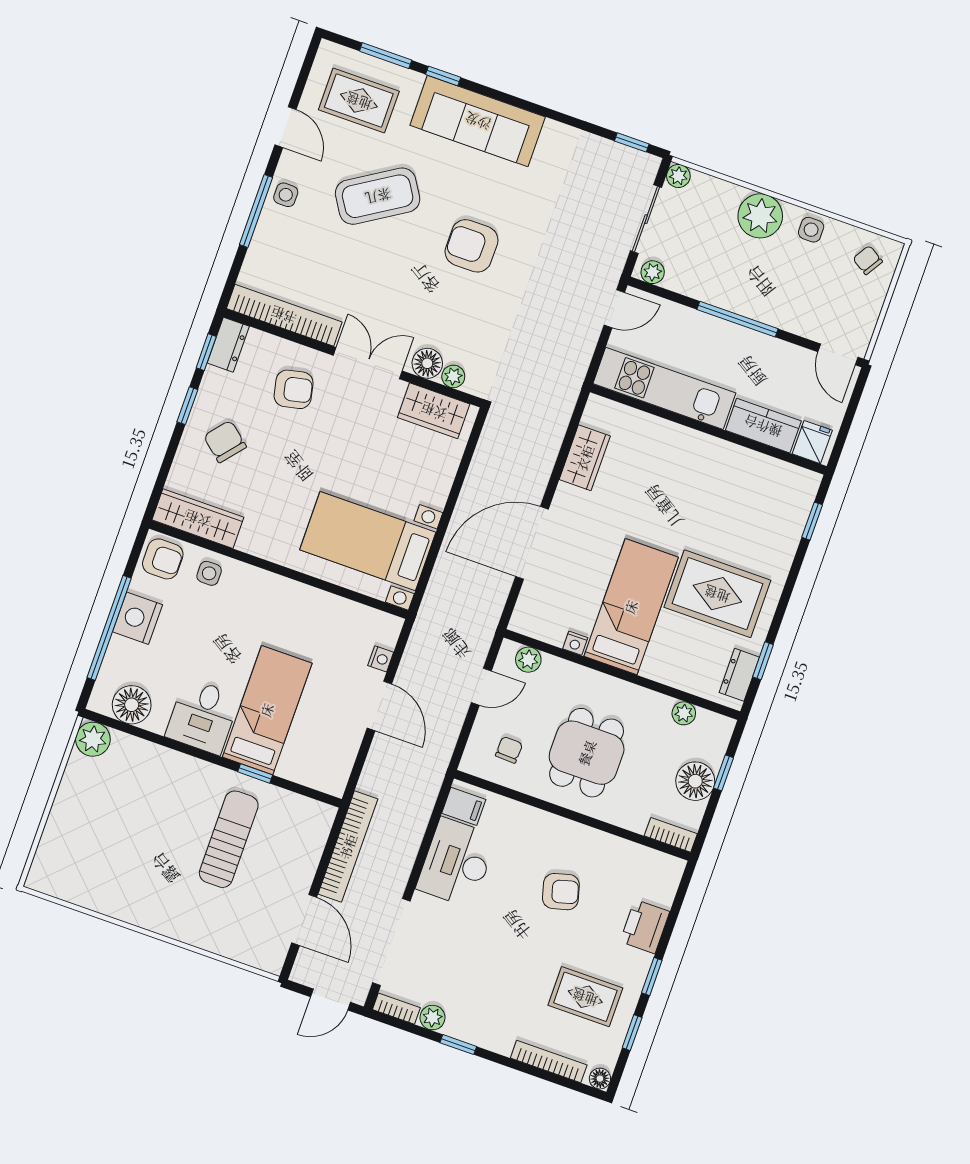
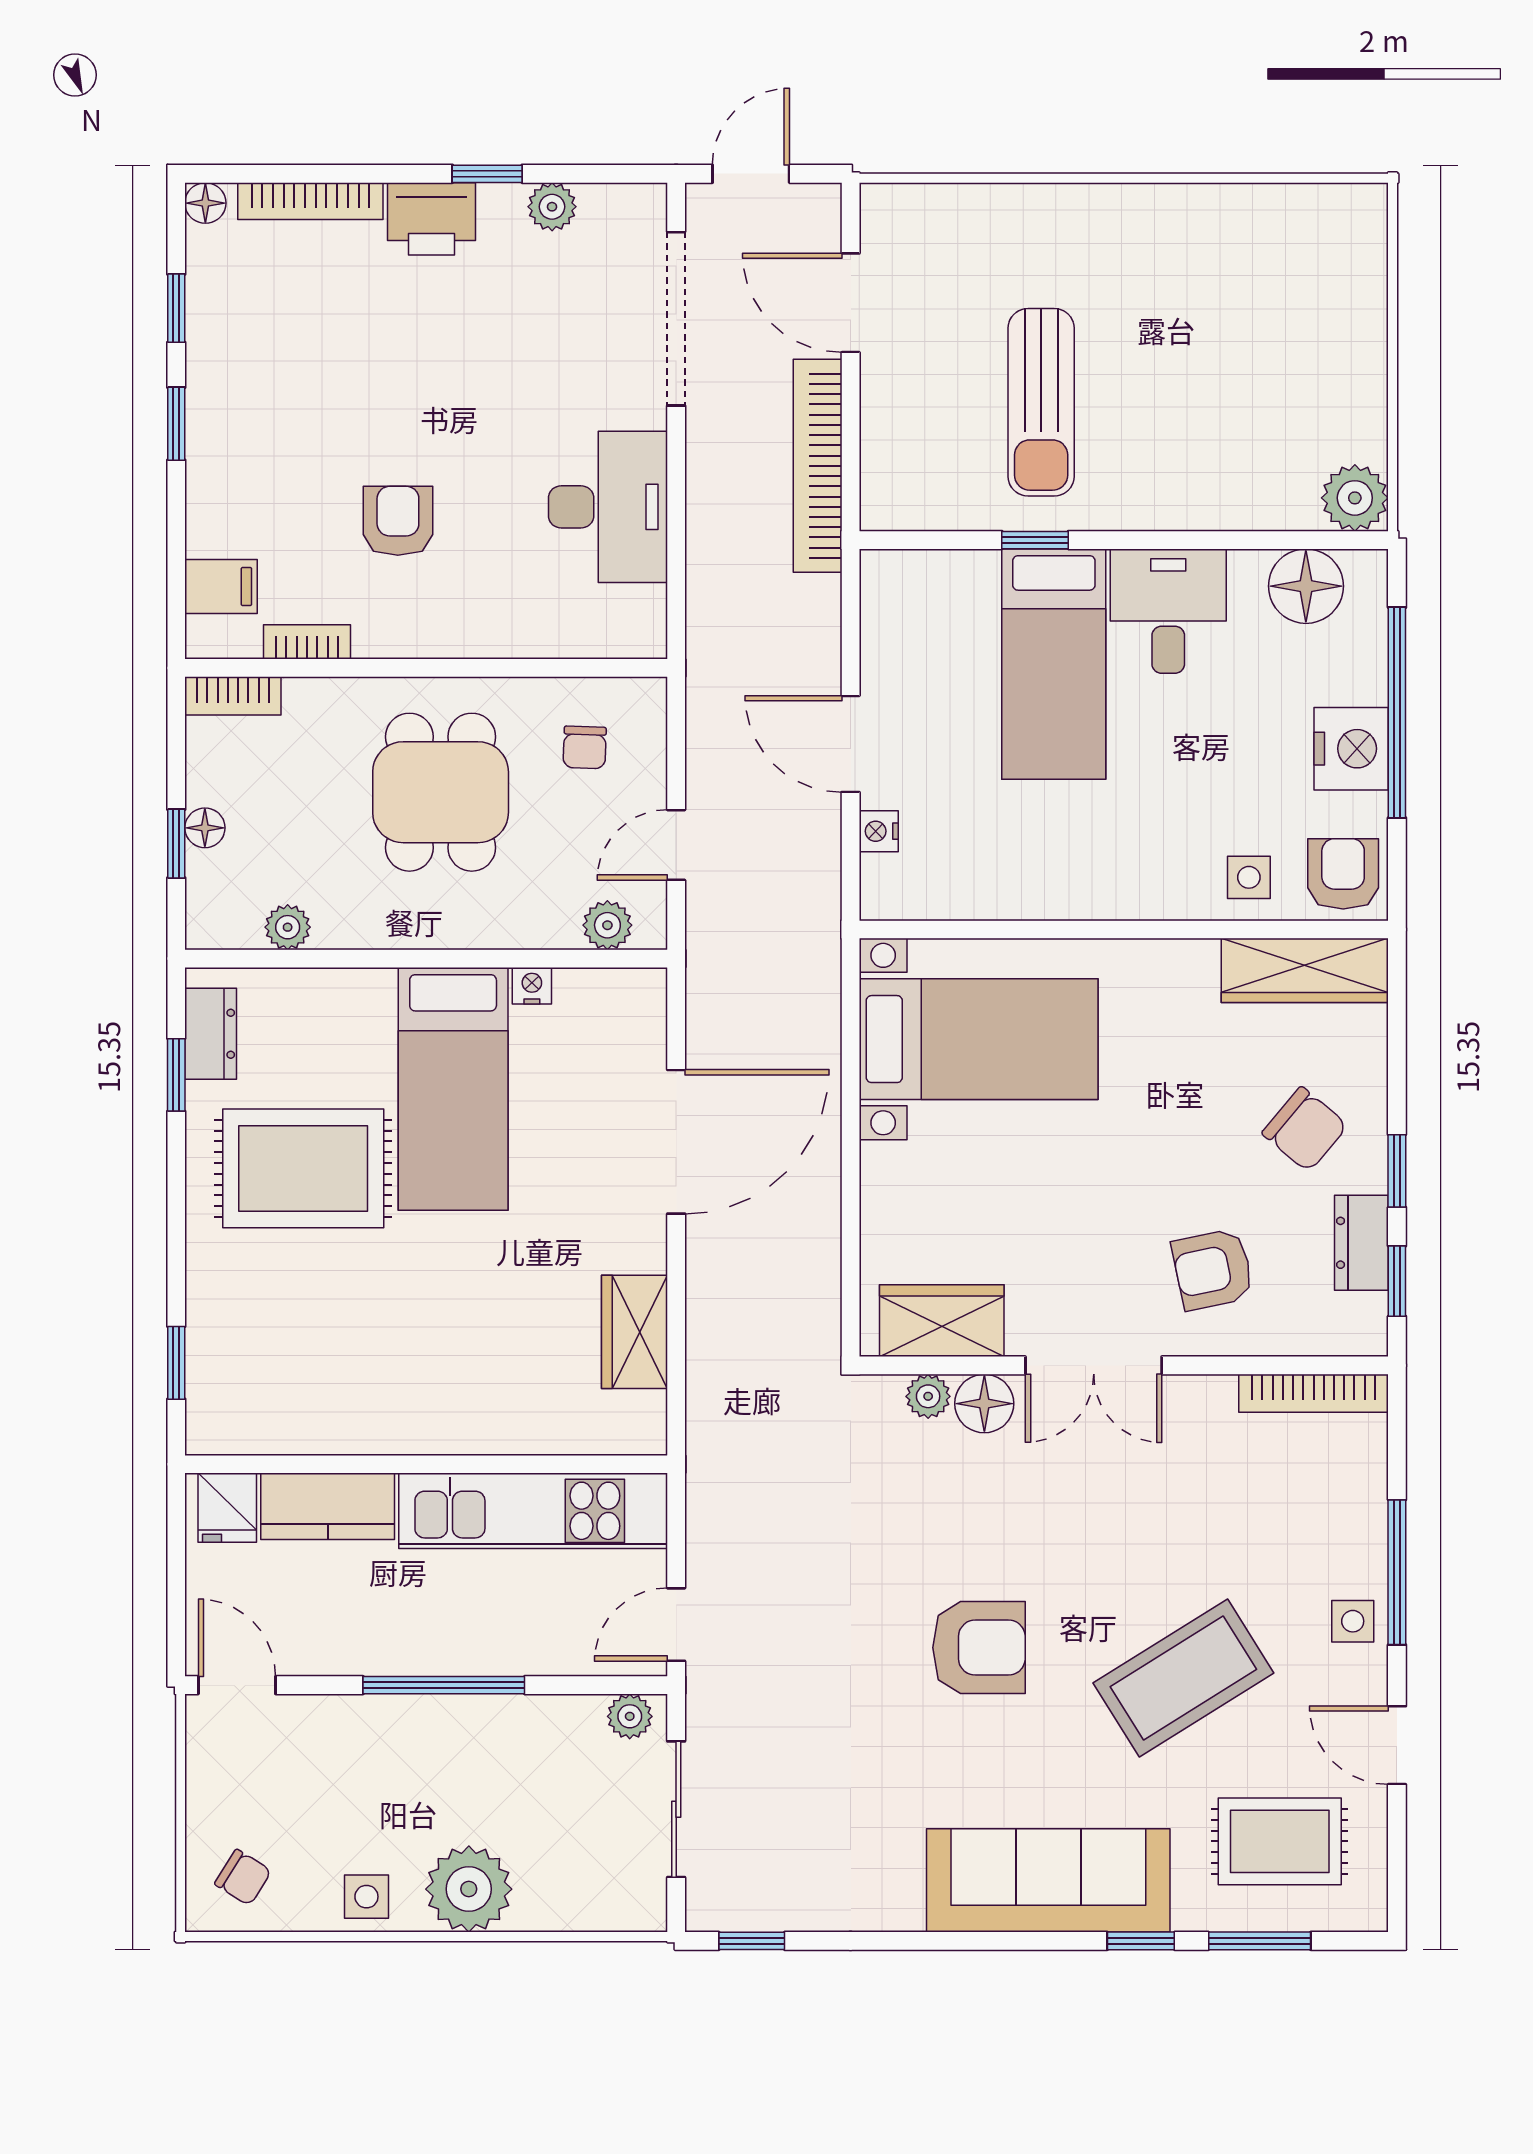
plant: (678, 176) -> (645, 1909), removed
bookcase: (284, 315) -> (1314, 1393), width x0.68, depth x0.76
dresser: (228, 345) -> (1361, 1243), moved
armchair: (163, 559) -> (1343, 874), turned 90
floor lamp: (695, 781) -> (205, 828), width x0.53, depth x0.53
filing cabinet: (464, 806) -> (221, 587), moved, turned 180
armchair: (561, 892) -> (398, 521), turned 105
printer: (645, 927) -> (431, 219), moved, turned 90
rug: (585, 997) -> (285, 344), removed
bookcase: (396, 1009) -> (307, 642), moved, turned 180

